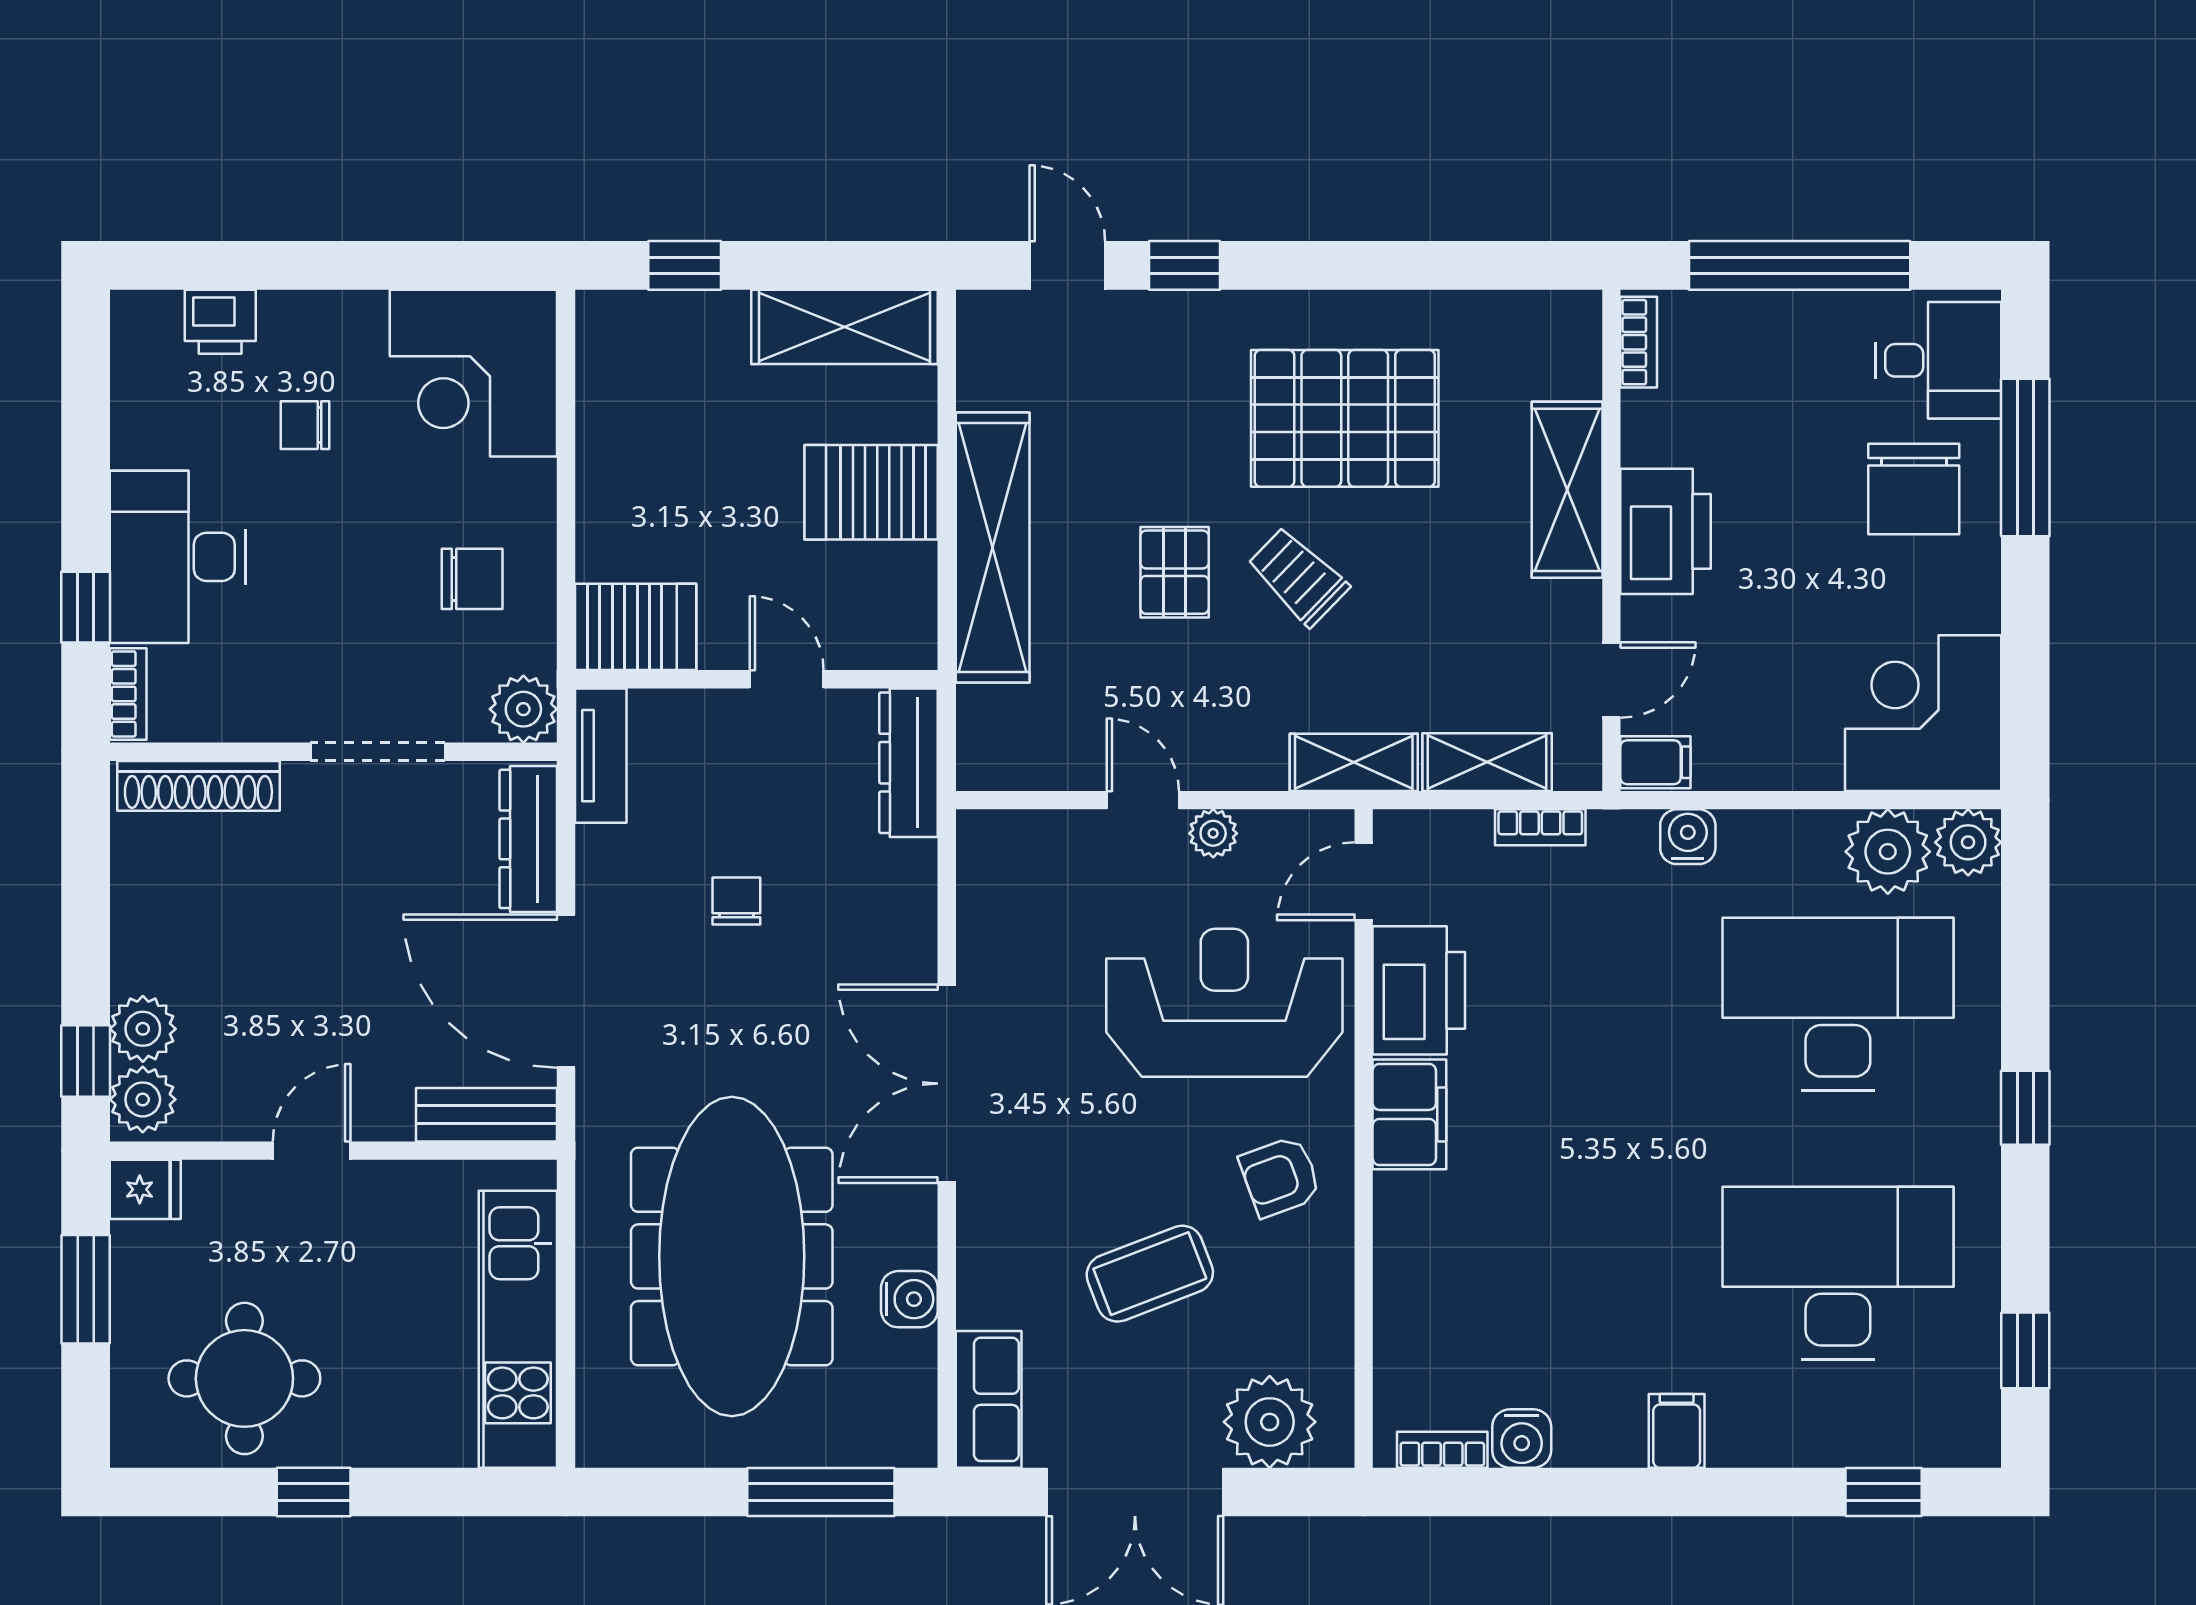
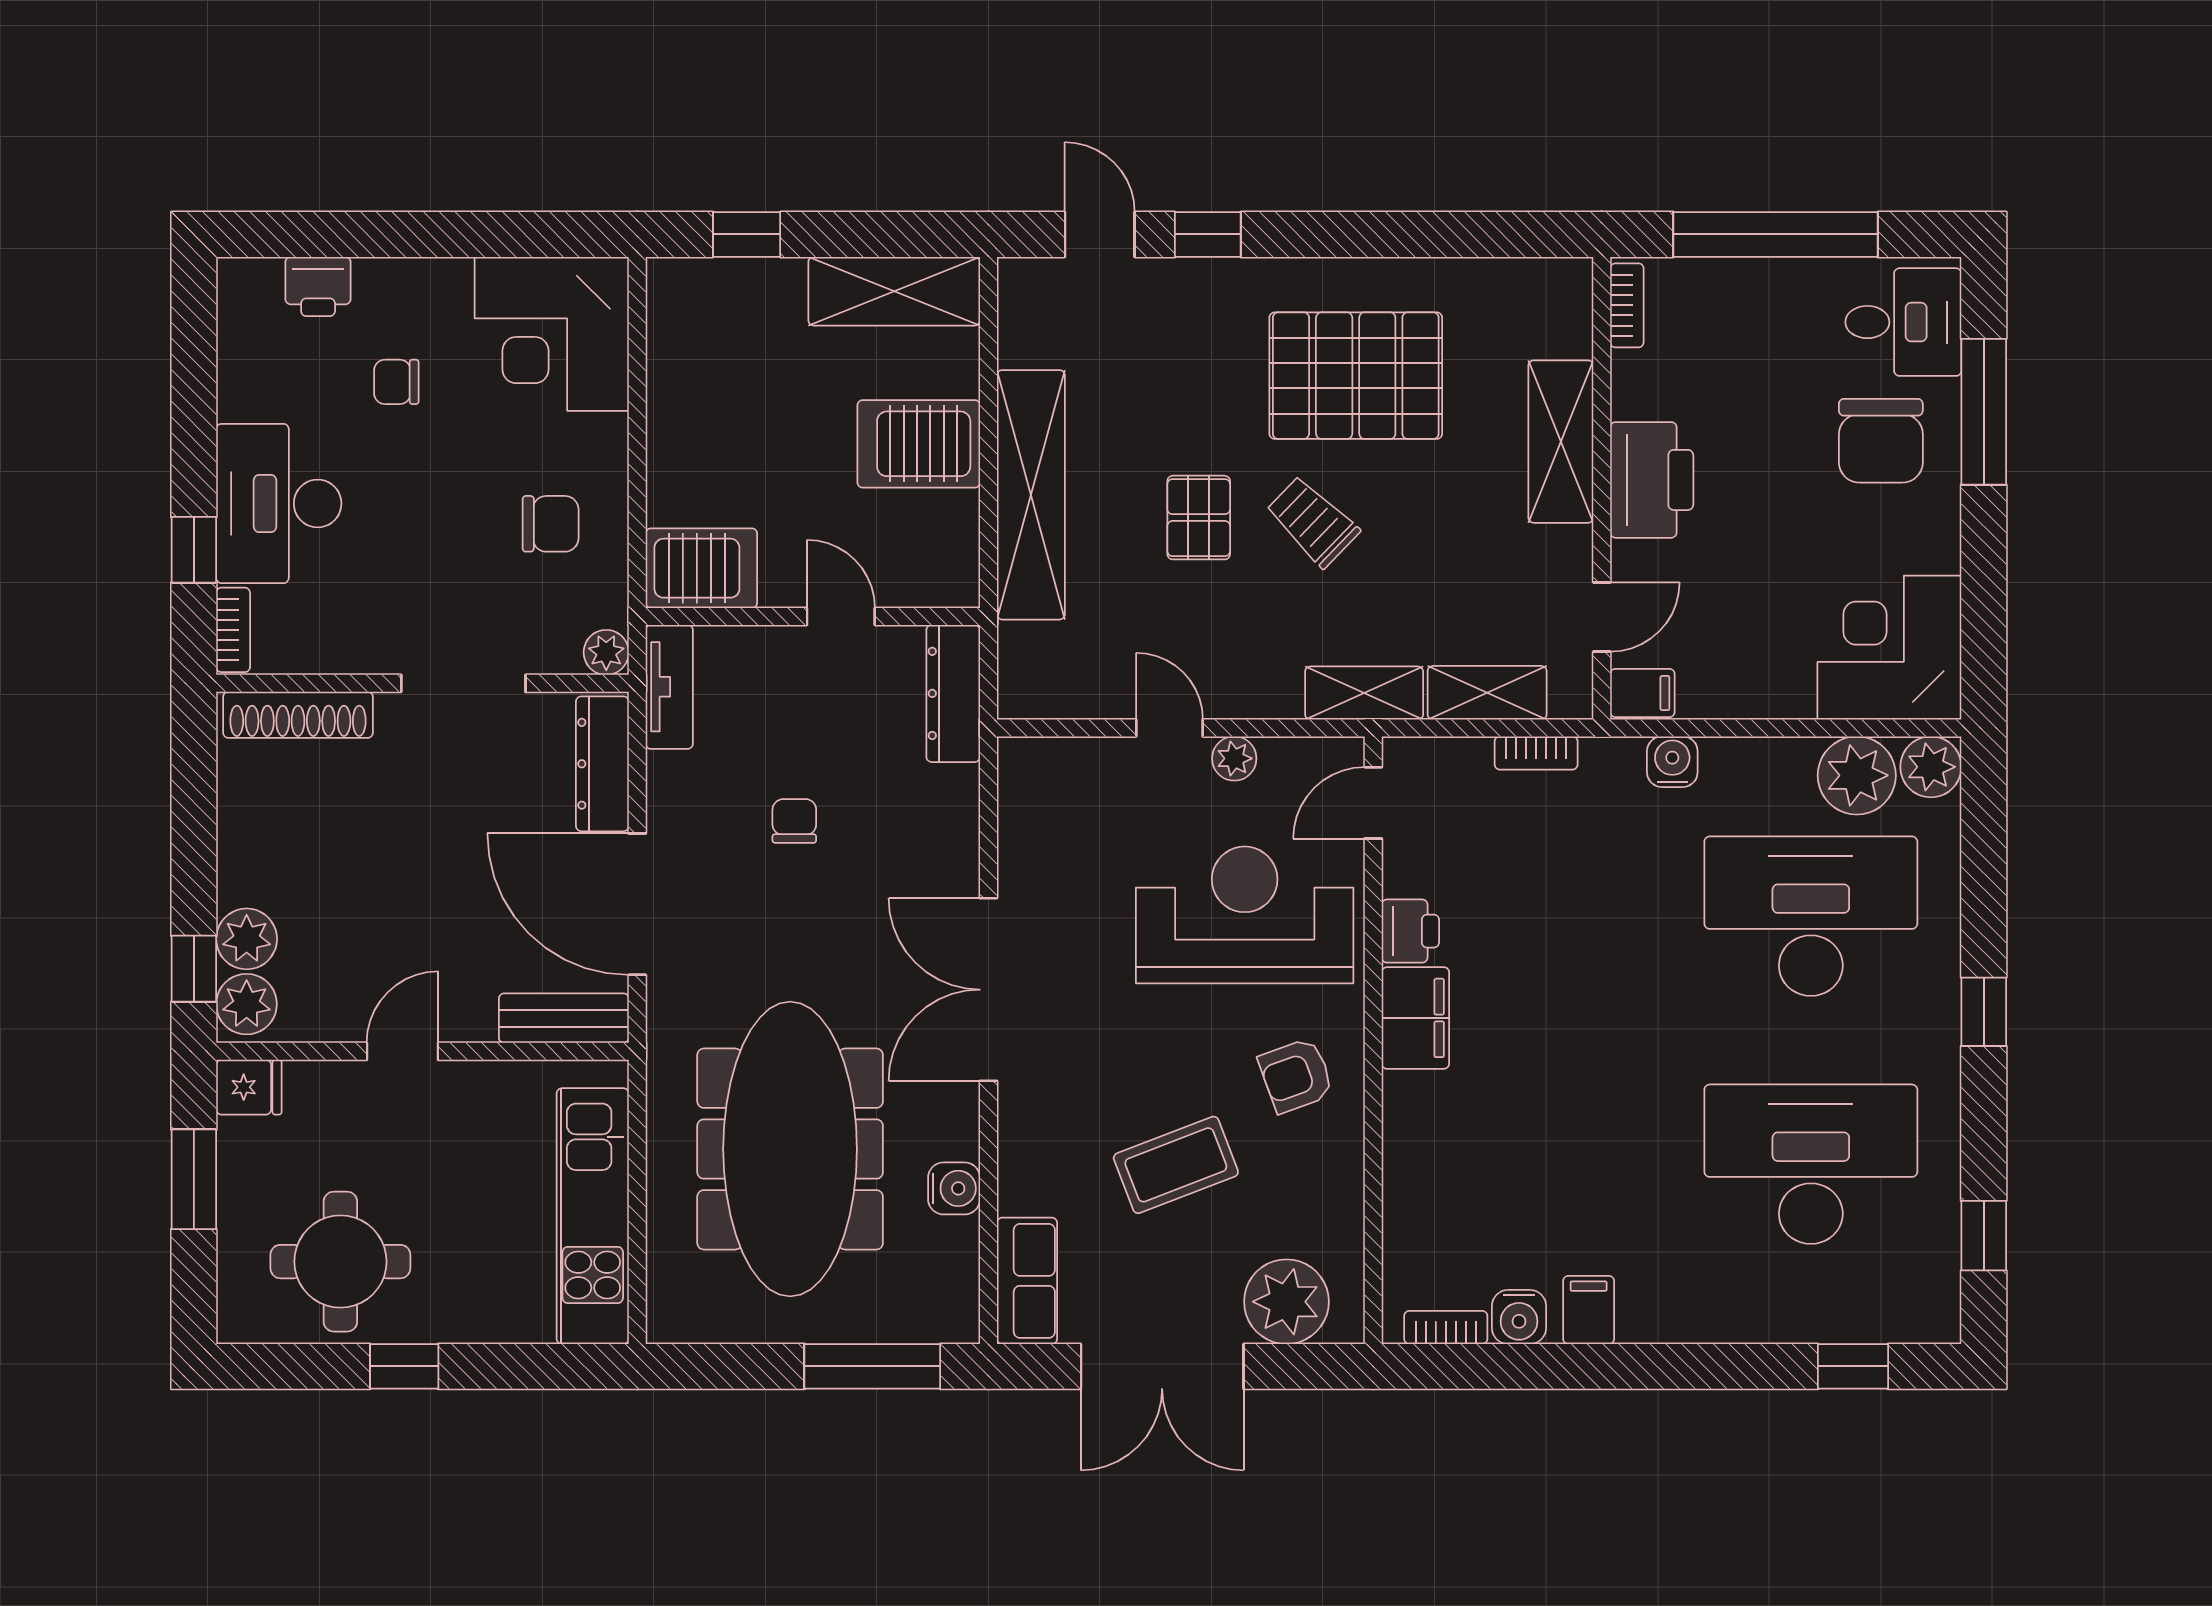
plant: (523, 709) -> (606, 652), width x0.73, depth x0.73
printer: (1419, 990) -> (1410, 931), width x0.53, depth x0.68
filing cabinet: (1677, 1431) -> (1589, 1310), moved

